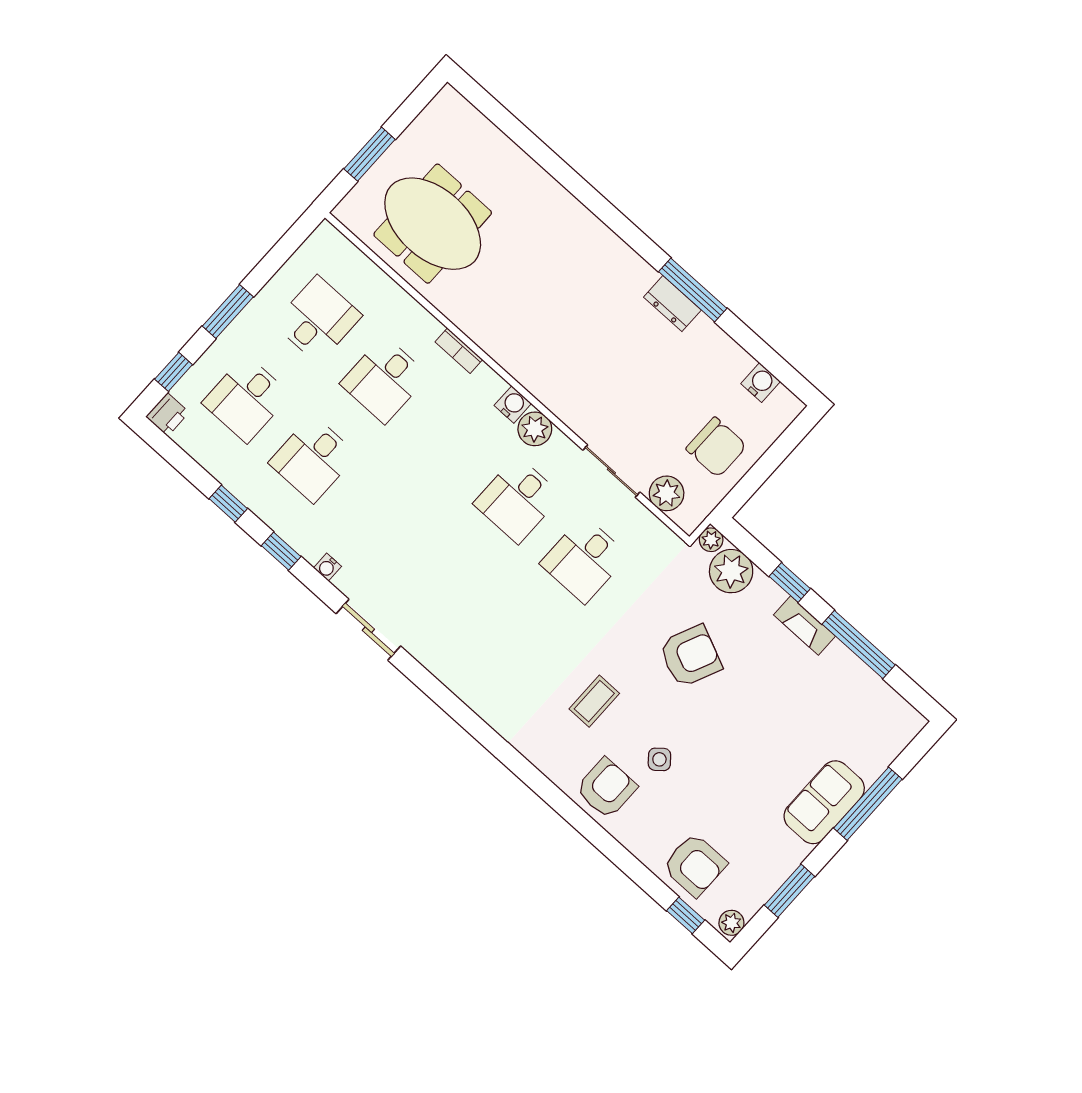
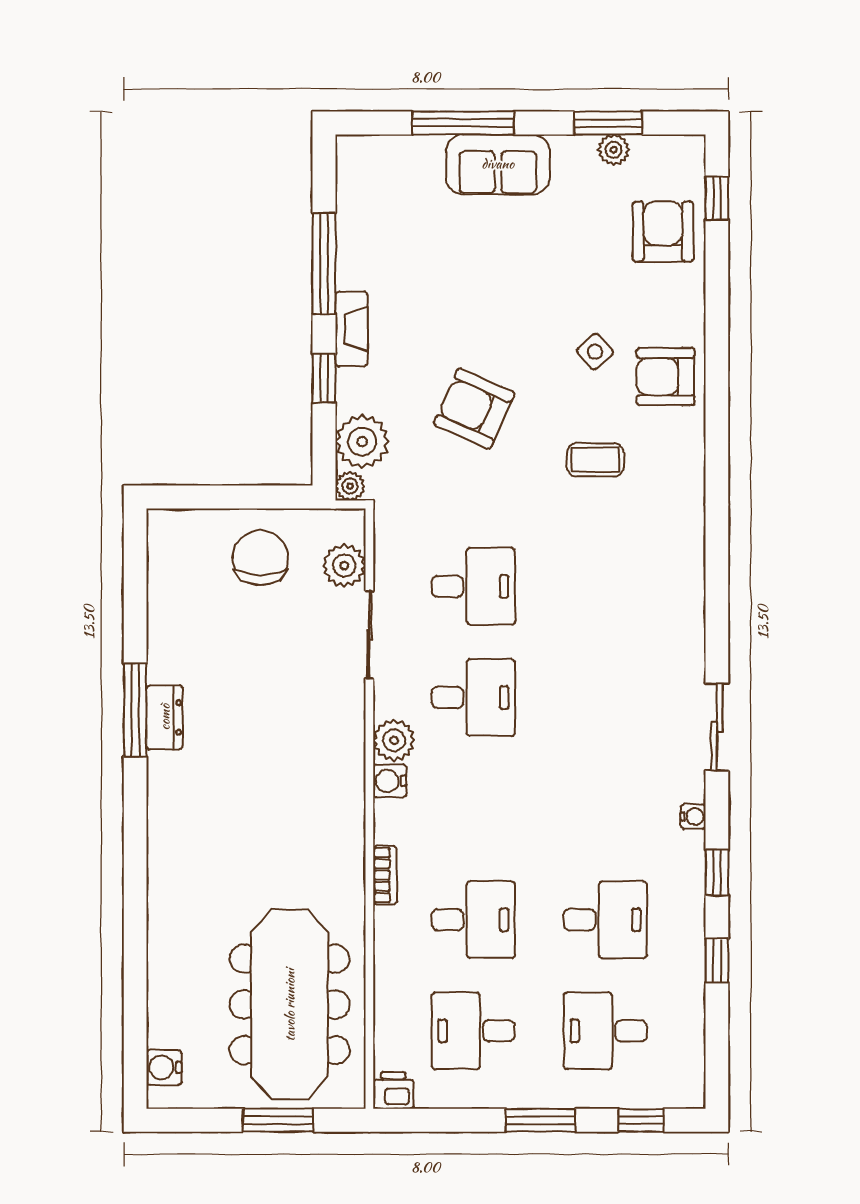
meeting table: (433, 224) -> (290, 1005), width x1.36
water cooler: (761, 382) -> (164, 1067), moved
desk: (246, 399) -> (605, 1031), turned 180
printer: (167, 414) -> (393, 1090), moved
plant: (731, 923) -> (614, 150), moved

